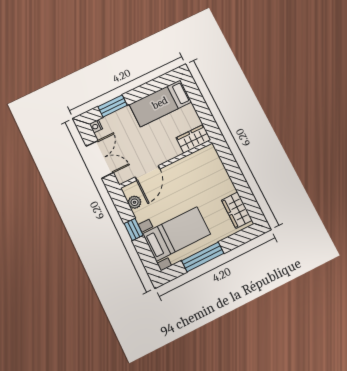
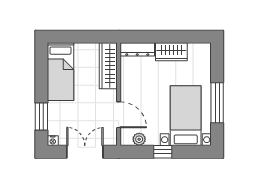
wardrobe: (193, 139) -> (108, 66), width x1.50
dresser: (214, 161) -> (137, 49), added
wardrobe: (237, 210) -> (171, 52), moved

